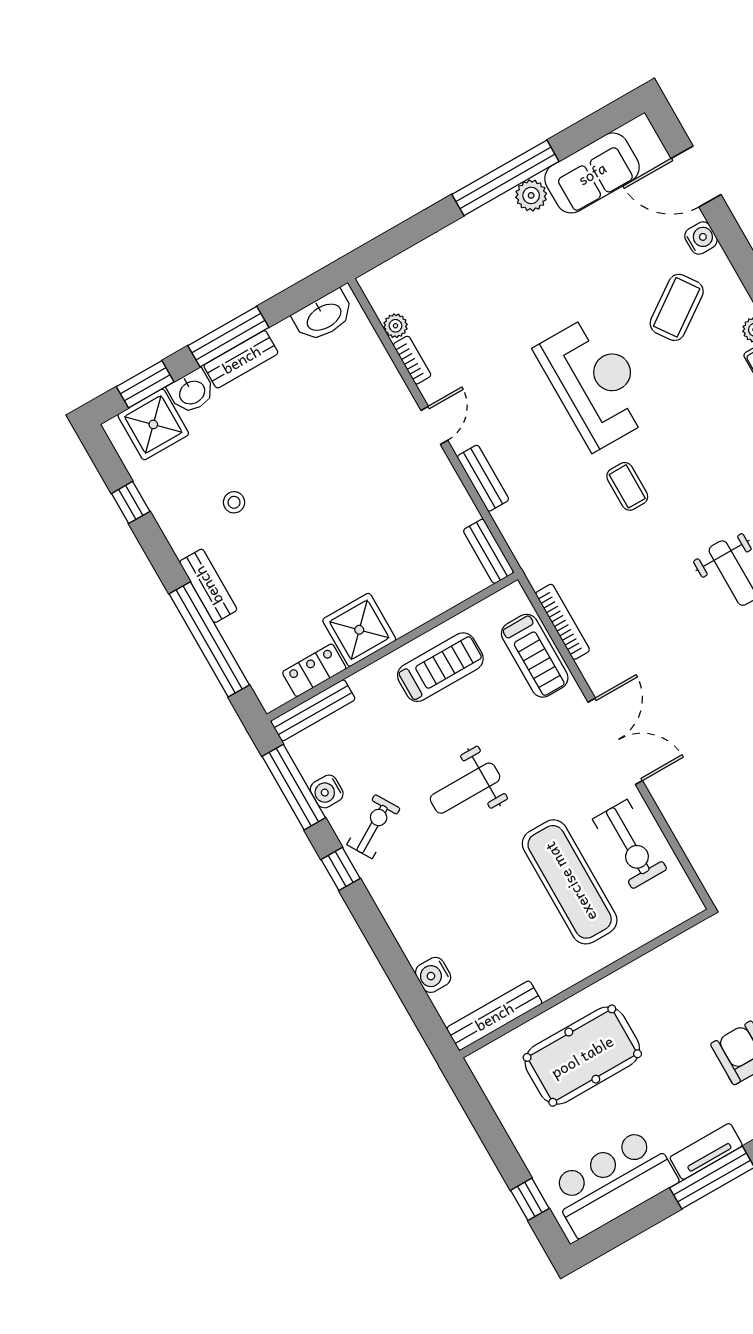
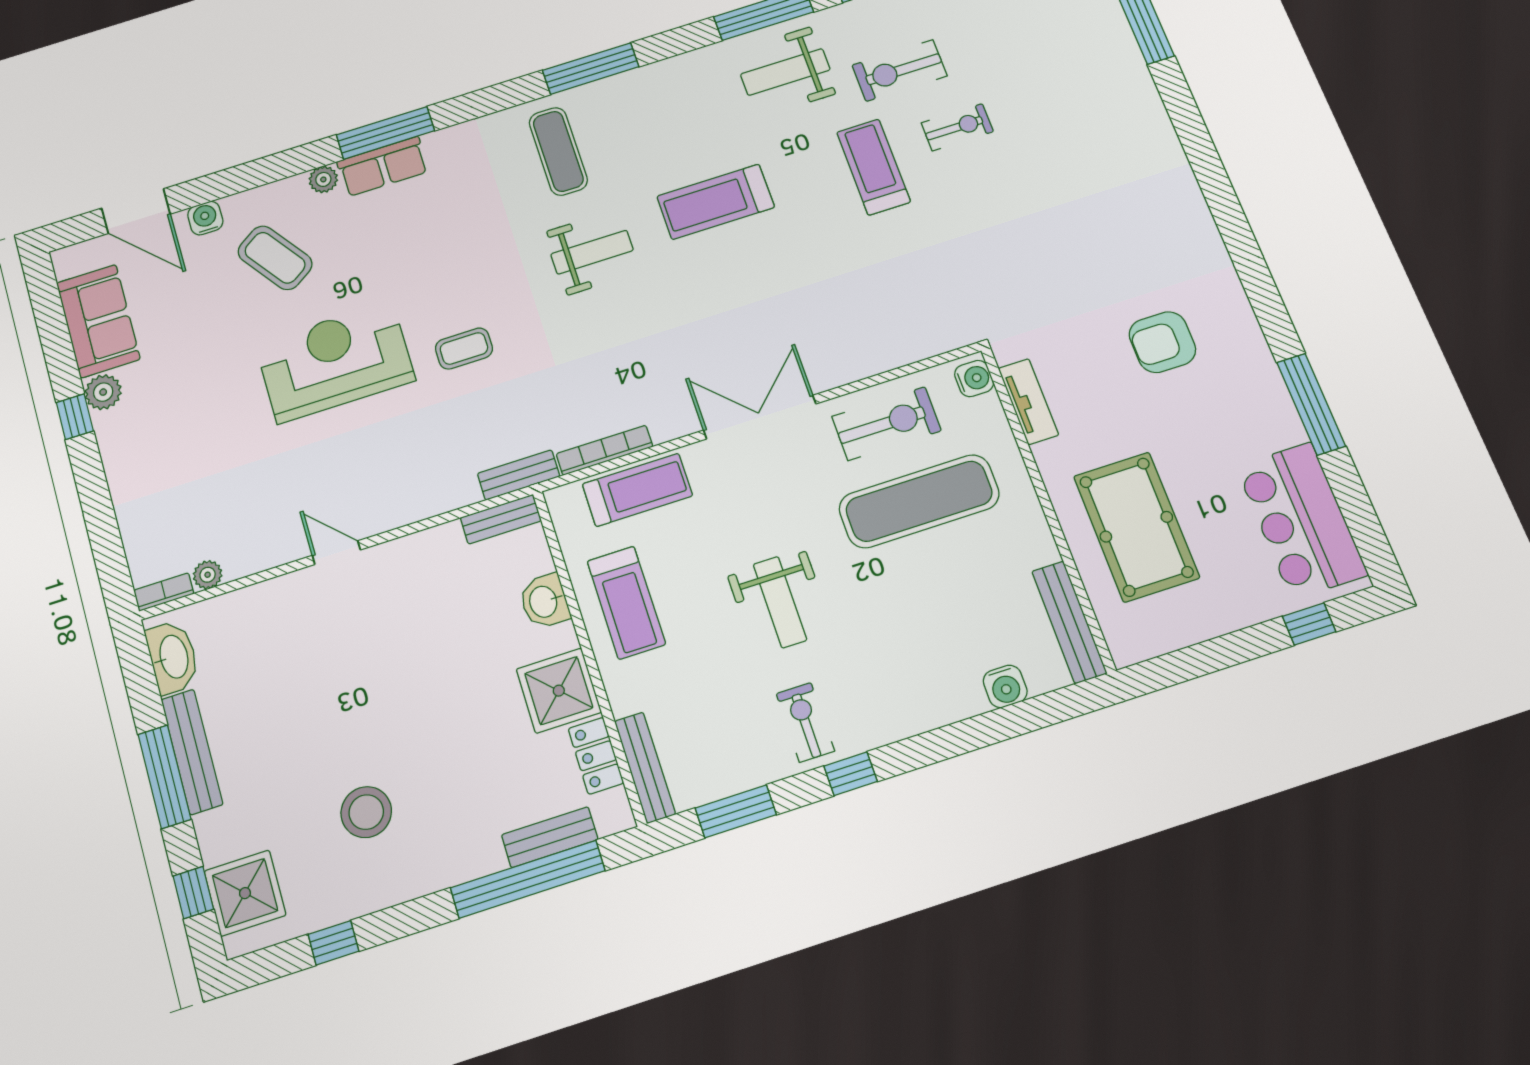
door: (696, 176) -> (136, 211), hinge flipped
window: (505, 178) -> (75, 417), width x0.32
bench: (241, 359) -> (192, 752), width x1.36
bookcase: (412, 360) -> (164, 592), moved
window: (145, 384) -> (193, 893), width x0.67
washbasin: (192, 392) -> (544, 601), moved, turned 180
bench: (483, 478) -> (519, 475), moved
stool: (234, 502) -> (366, 812), width x1.89, depth x1.89
bench: (208, 586) -> (550, 837), moved
treadmill: (440, 667) -> (626, 603), turned 180
window: (294, 787) -> (736, 811), width x0.69
water cooler: (327, 791) -> (974, 379), moved, turned -90
exercise bike: (374, 827) -> (805, 722), turned 31
tv unit: (706, 1151) -> (1028, 402), moved, turned 180

